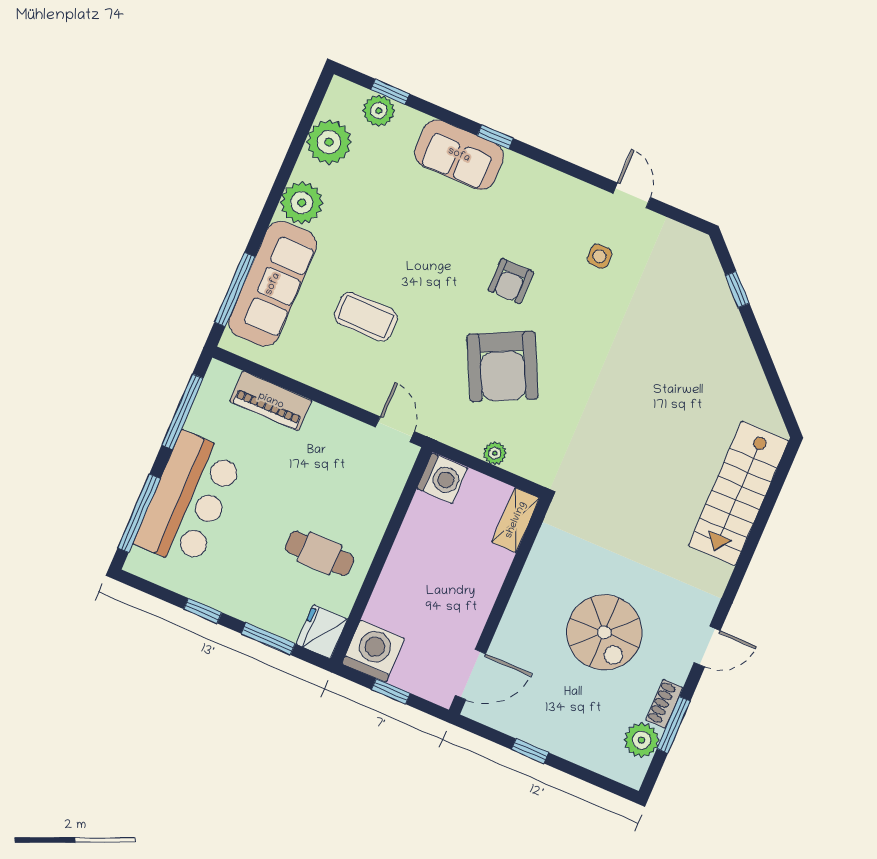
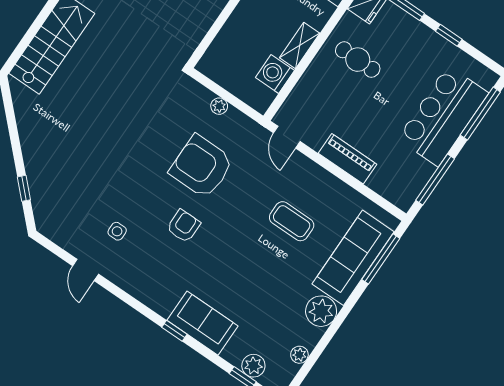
plant: (329, 142) -> (299, 355), width x0.53, depth x0.53
armchair: (502, 367) -> (202, 167), turned -64
piano: (271, 401) -> (348, 159), moved
washing machine: (442, 478) -> (275, 74), moved
shelving: (516, 520) -> (300, 45), moved

